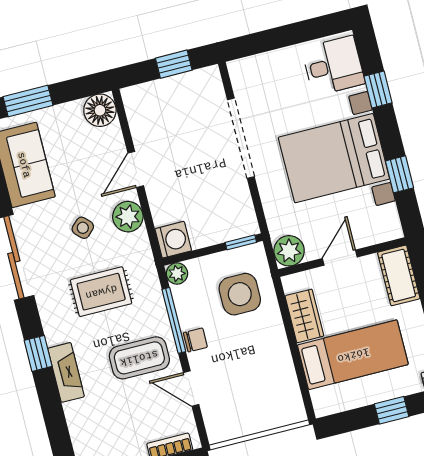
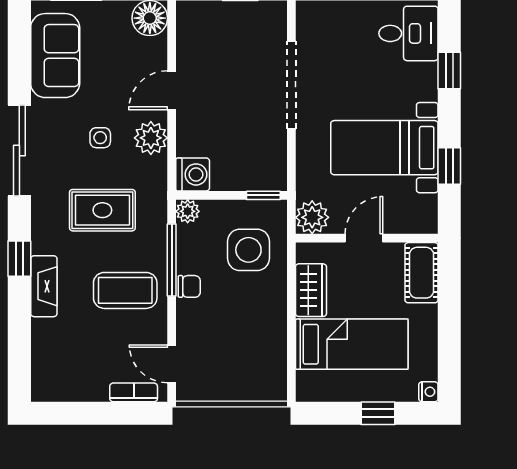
bed with nightstands: (334, 158) -> (384, 148), width x0.73
side table: (83, 228) -> (100, 138), turned 45
door: (191, 389) -> (172, 364), moved

